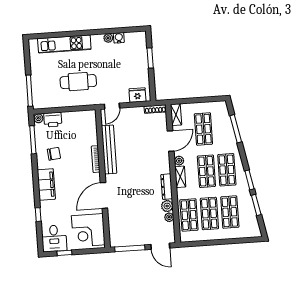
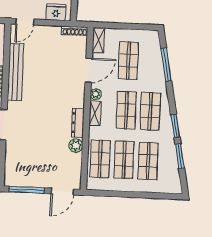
plant: (169, 217) -> (77, 159), removed
door: (160, 246) -> (62, 191), hinge flipped

